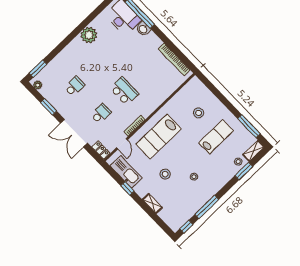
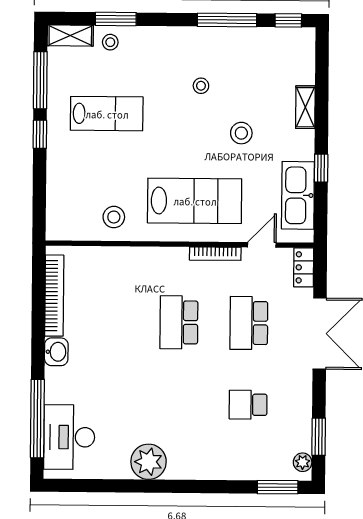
washbasin: (143, 29) -> (56, 352), moved
window: (48, 107) -> (319, 437), moved
window: (232, 108) -> (40, 134), added
stool: (199, 113) -> (114, 217), moved
school desk: (101, 114) -> (249, 323), width x1.85
lab bench: (216, 137) -> (107, 114), turned 180

